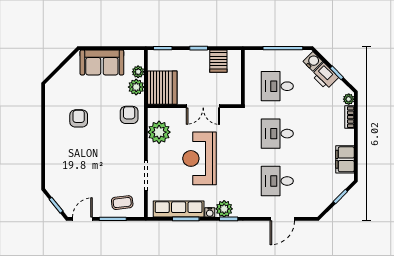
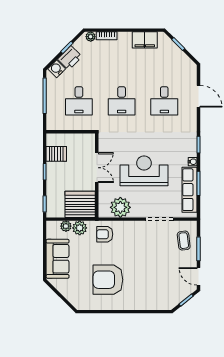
armchair: (79, 118) -> (108, 280), width x1.88, depth x1.88
reception desk: (200, 158) -> (144, 171), turned 180
plant: (224, 209) -> (189, 149), removed

